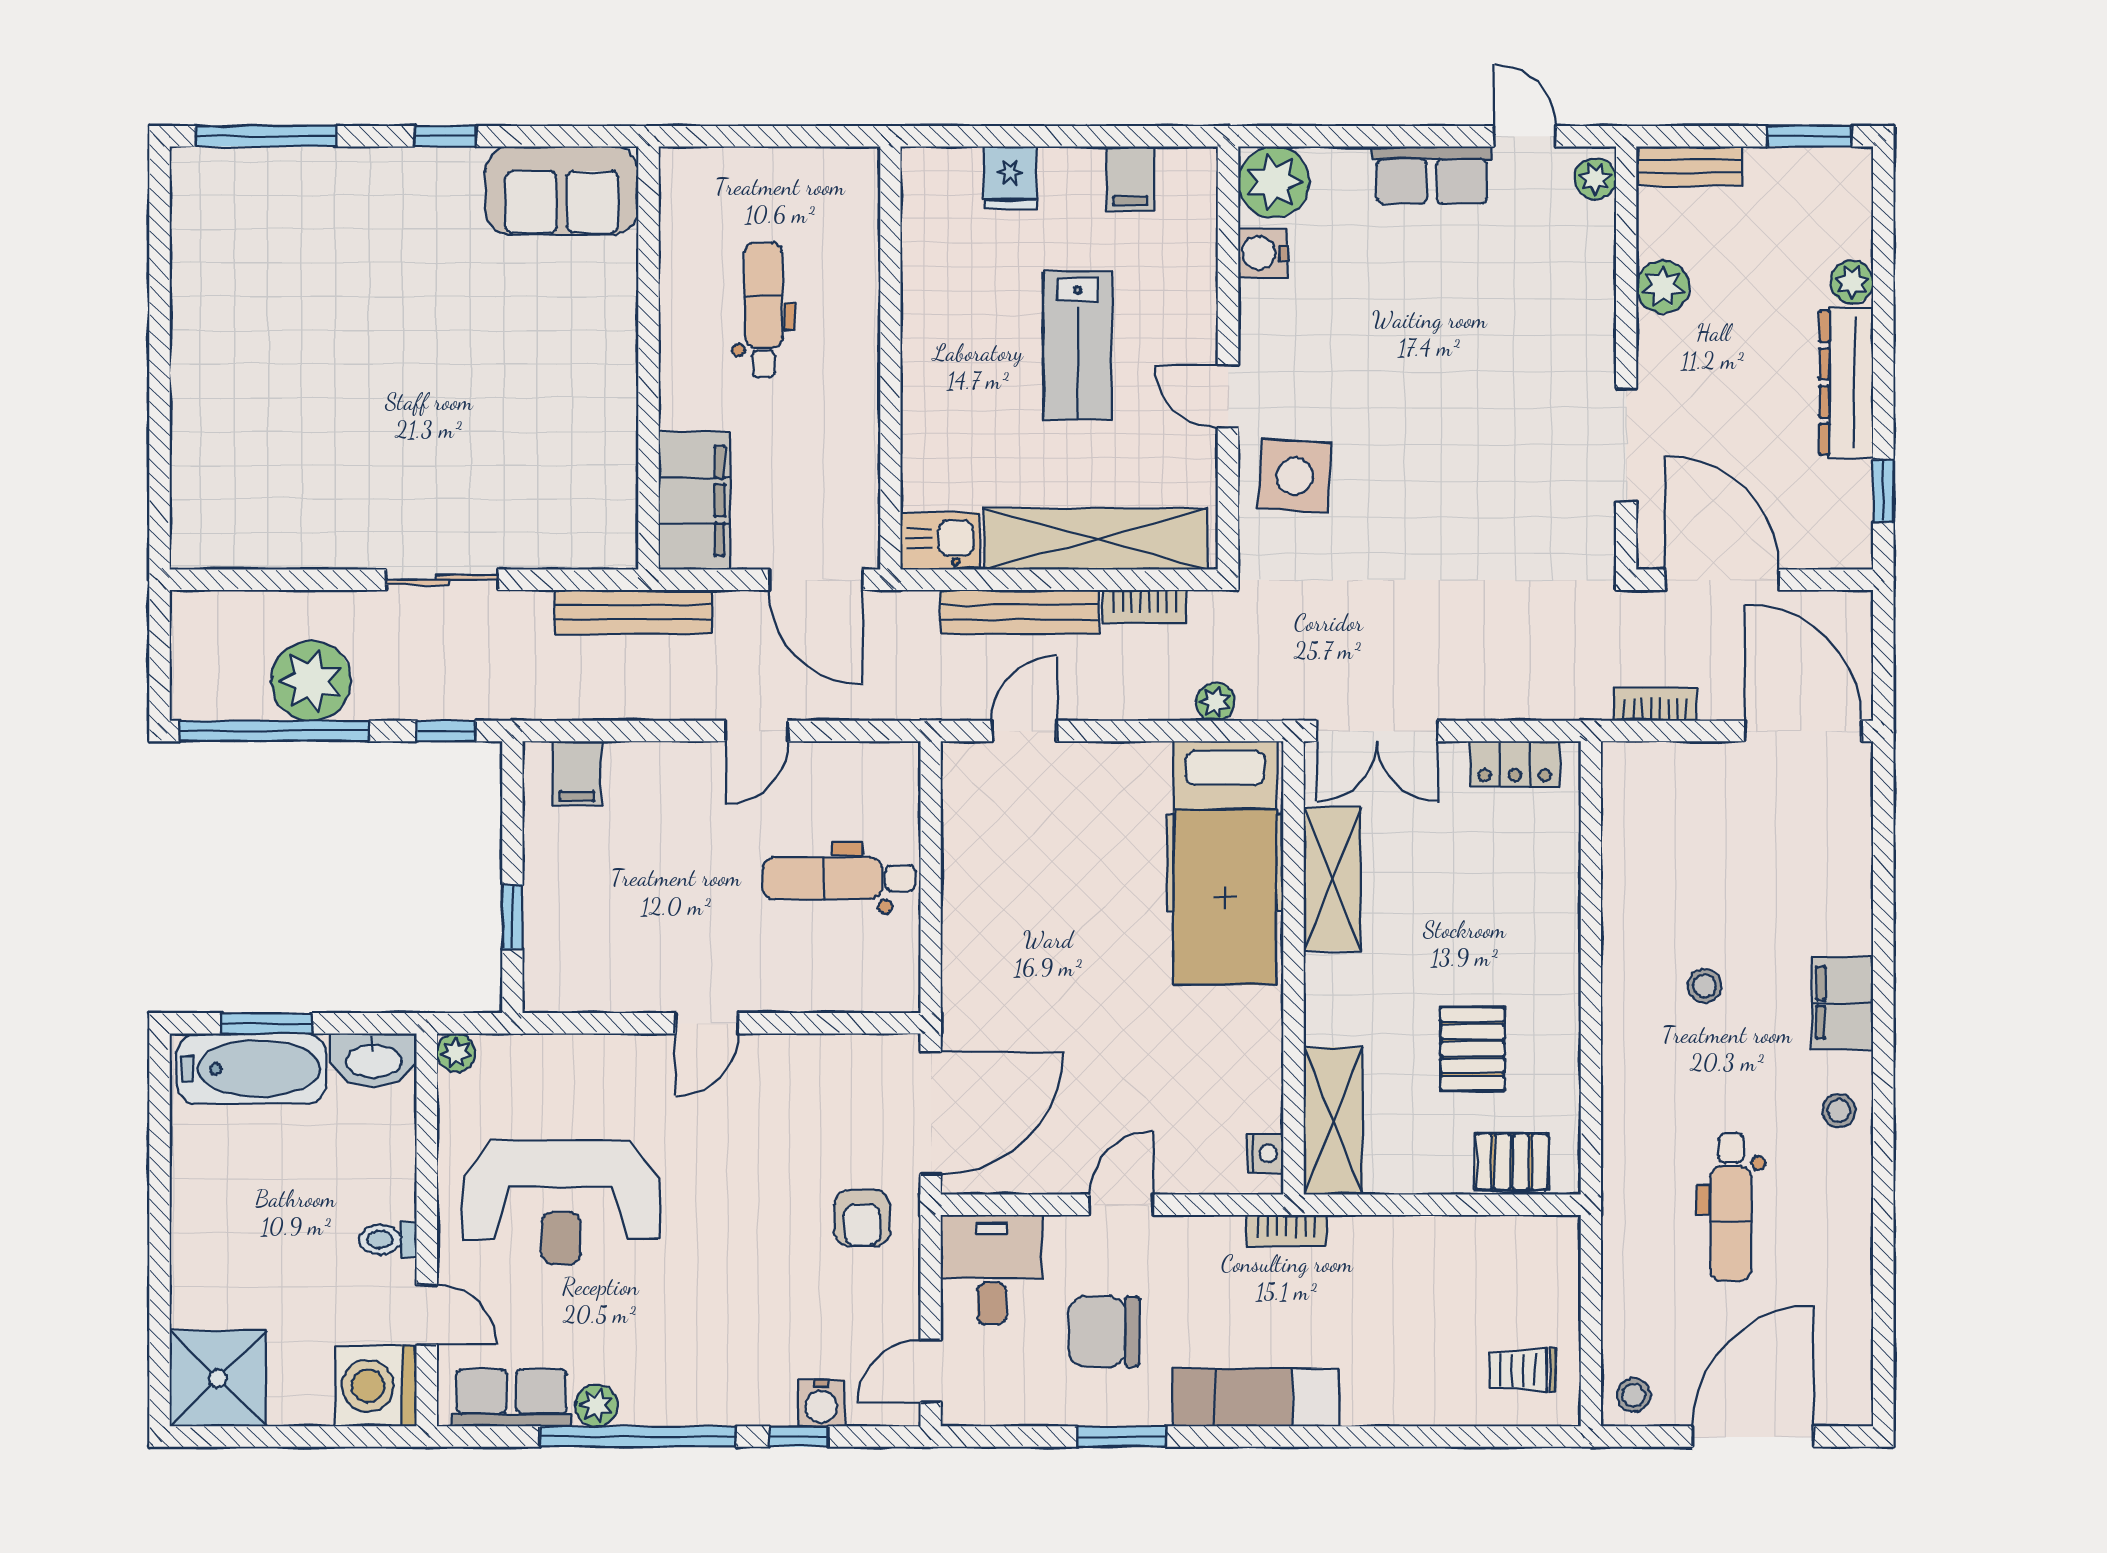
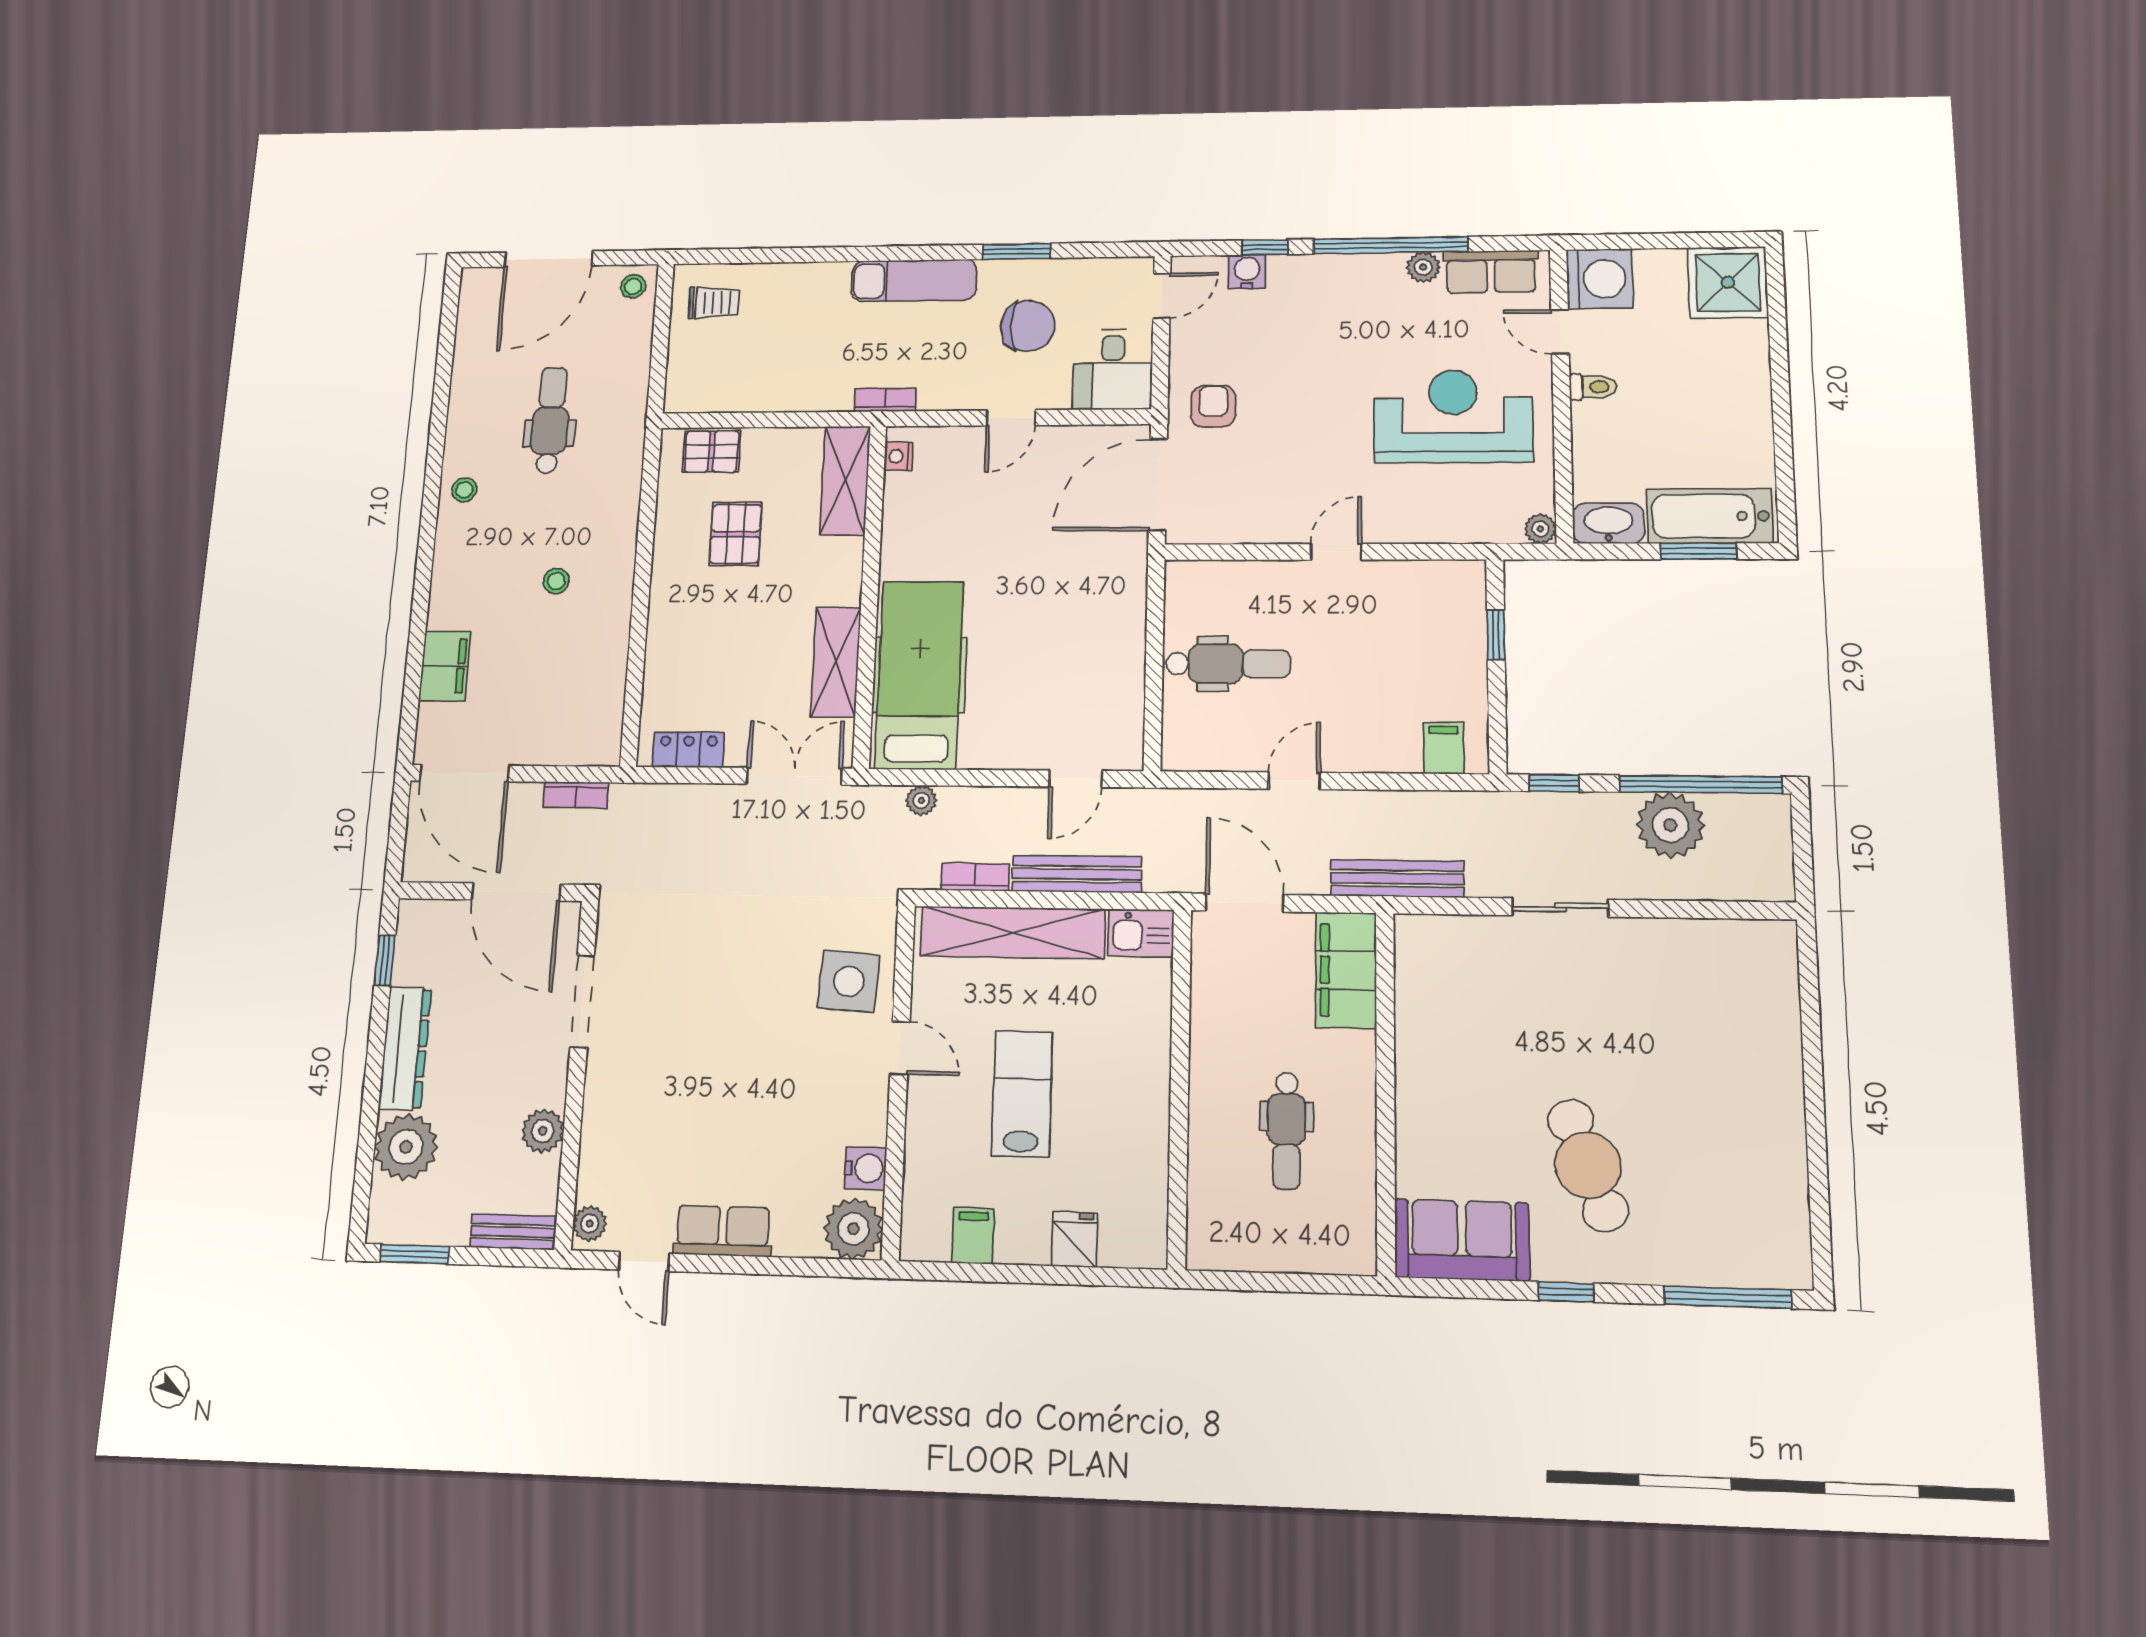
cafe table: (417, 279) -> (1588, 1165), added
plant: (1852, 282) -> (406, 1147), width x1.88, depth x1.88
filing cabinet: (1842, 1003) -> (445, 666), moved

